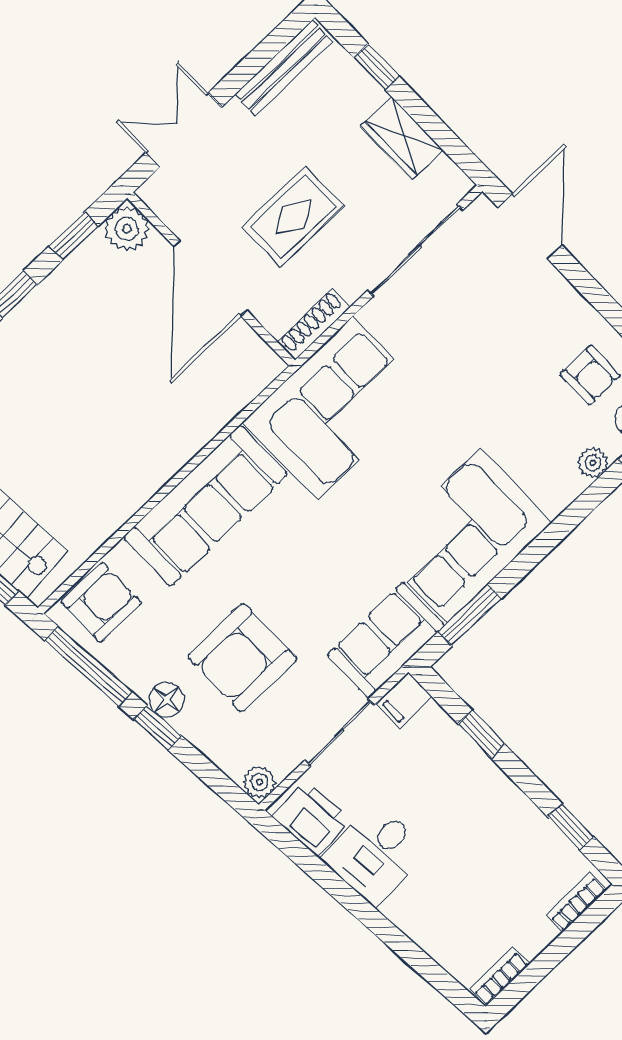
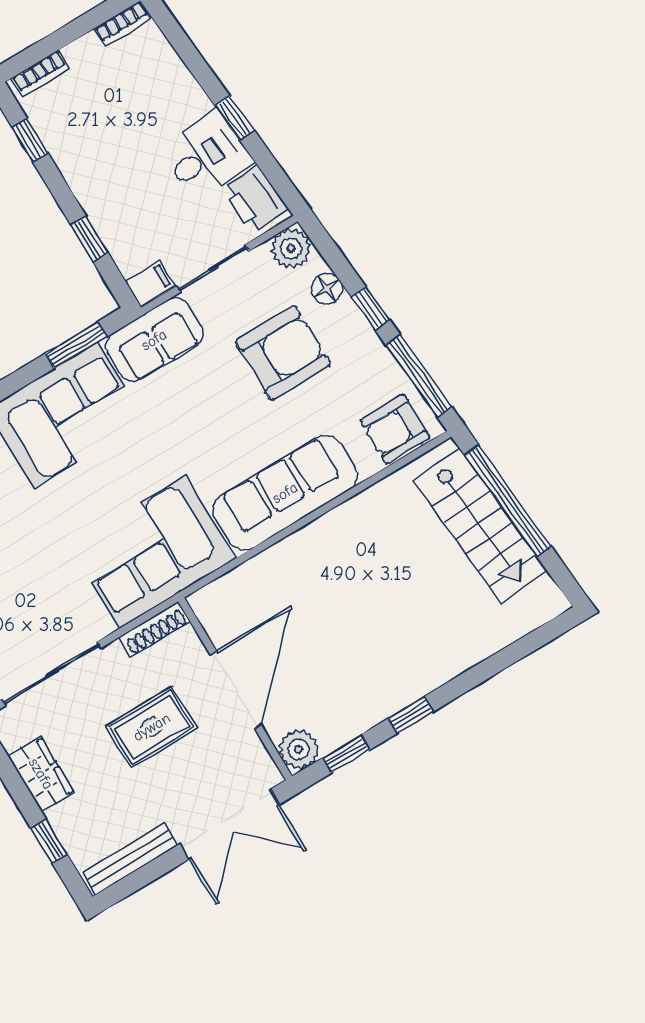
double door: (184, 130) -> (230, 824), width x1.37
floor lamp: (167, 700) -> (327, 289), moved
plant: (259, 782) -> (291, 248), width x1.38, depth x1.38
window: (353, 902) -> (235, 118), added

